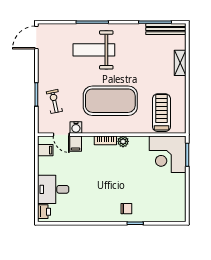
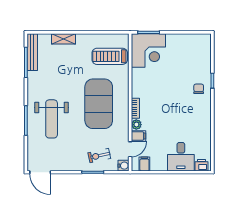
water cooler: (76, 127) -> (123, 166), moved
plant: (123, 141) -> (136, 125), moved

